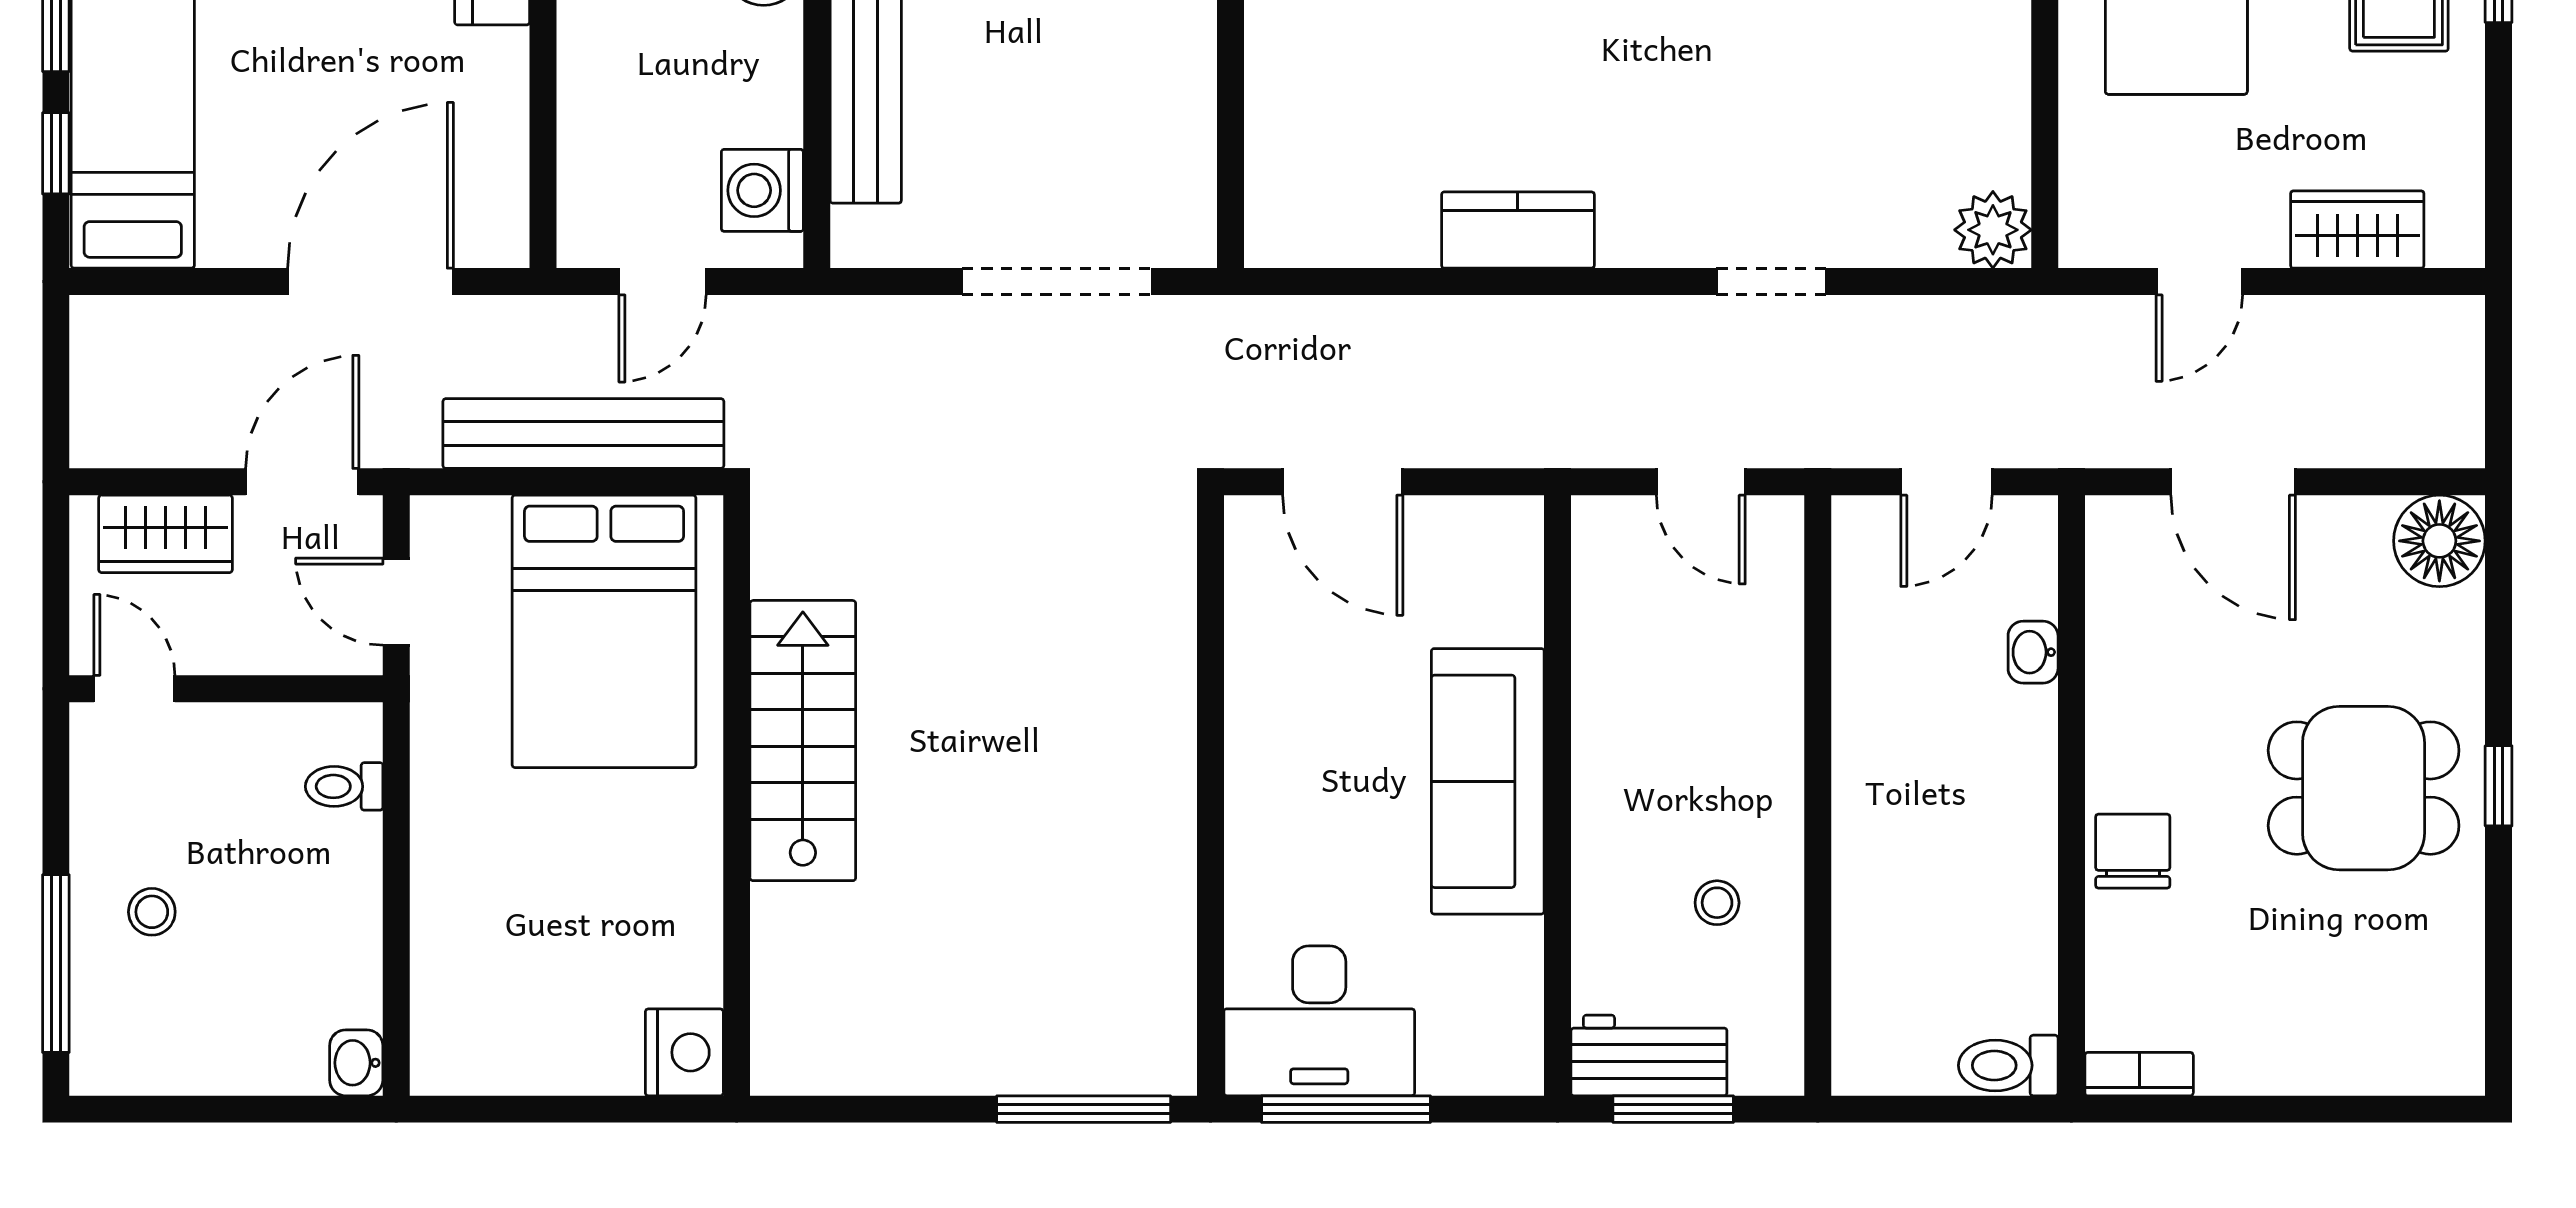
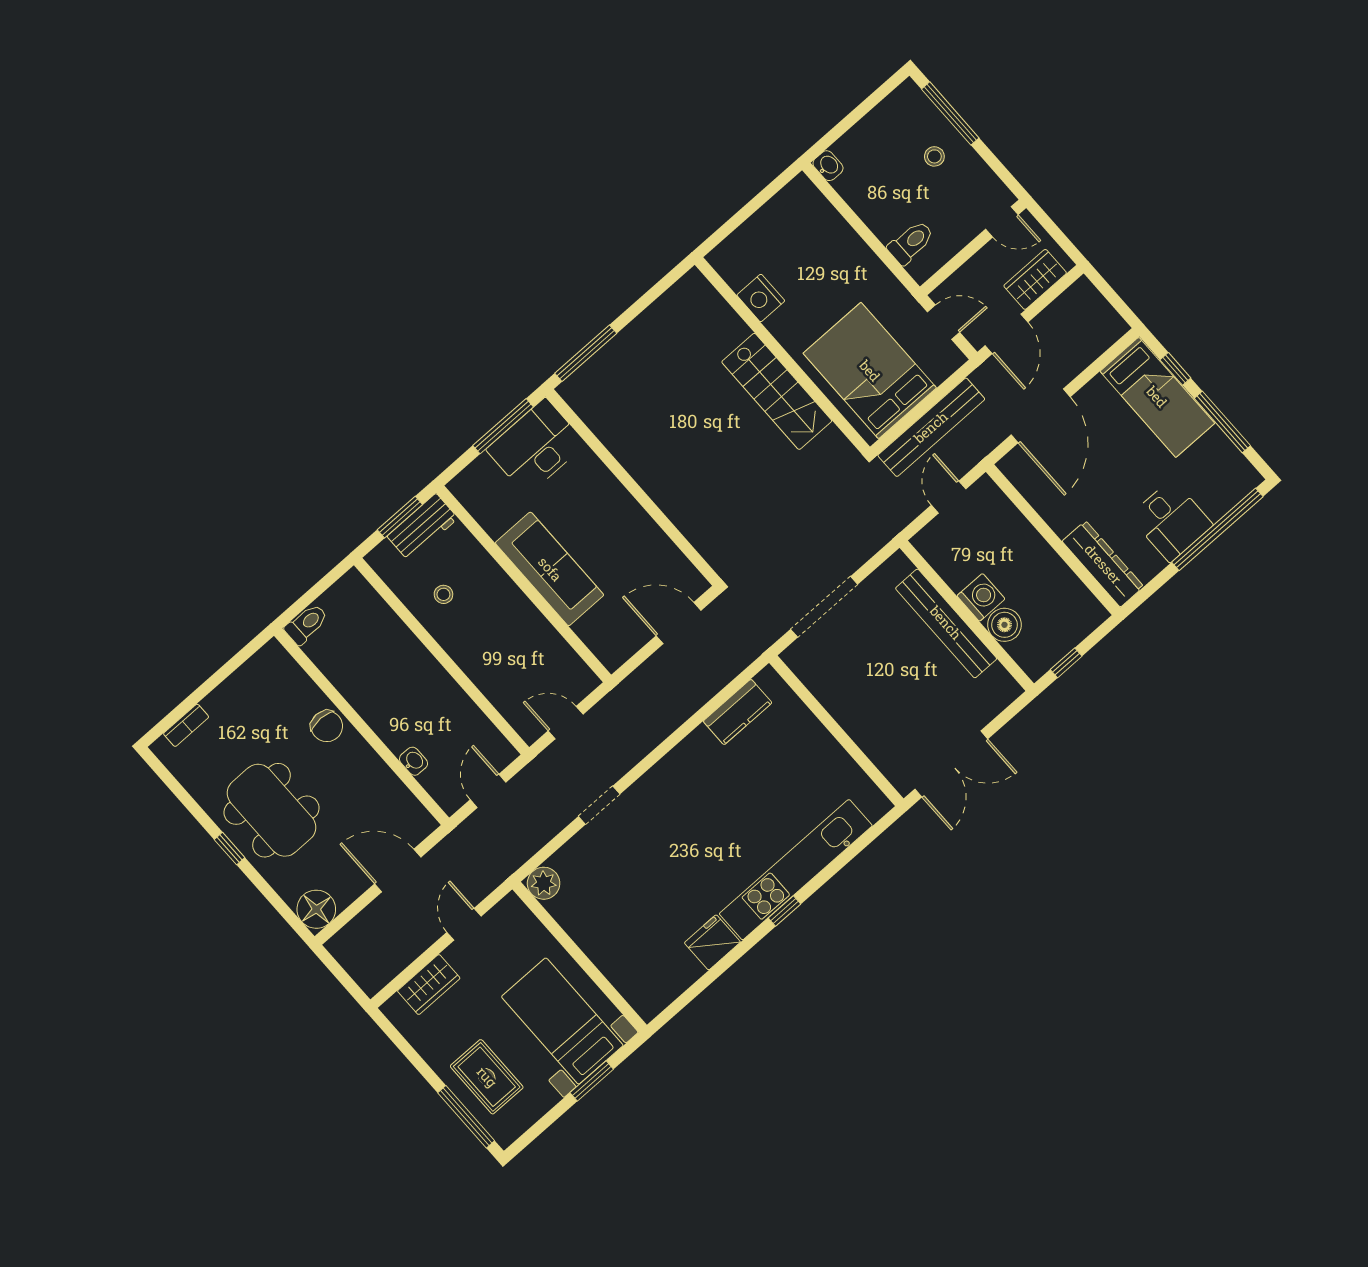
washing machine: (762, 190) -> (981, 597), moved
kitchen counter: (1518, 230) -> (738, 712), moved
toilet: (344, 786) -> (911, 242), width x1.37, depth x1.39
dining table: (2364, 788) -> (272, 810), width x1.38
nightstand: (684, 1052) -> (761, 298), moved
bookcase: (2139, 1074) -> (186, 725), moved

